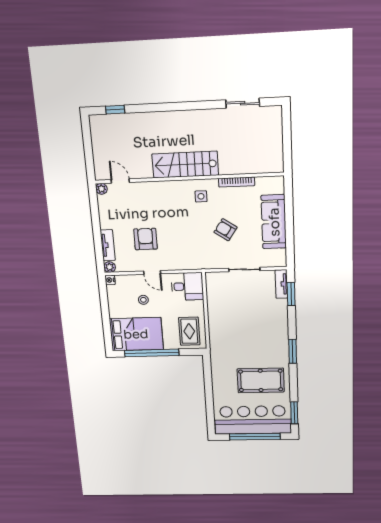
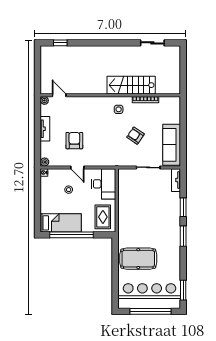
stairs: (185, 165) -> (131, 85), moved
sofa: (274, 222) -> (172, 145), moved
tv unit: (108, 245) -> (45, 129), moved
desk: (187, 286) -> (104, 184), width x1.37
window: (291, 294) -> (183, 207), moved
bed: (136, 334) -> (61, 223), width x0.67
pool table: (261, 380) -> (138, 259), moved

